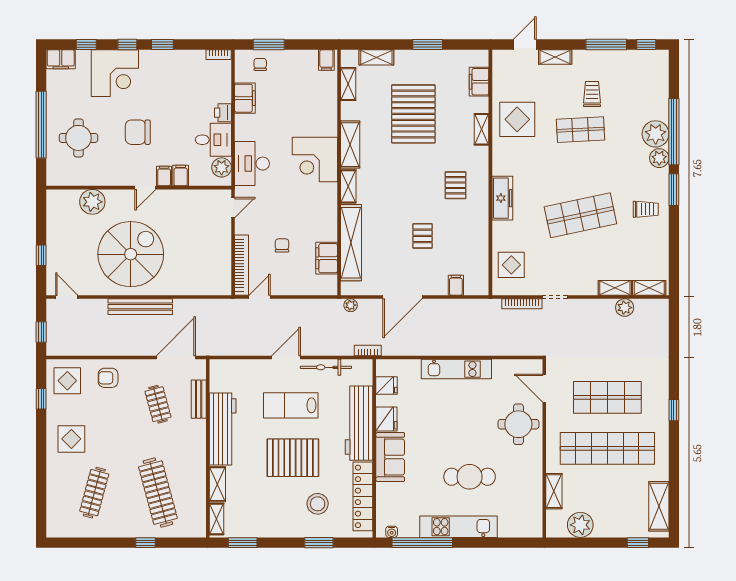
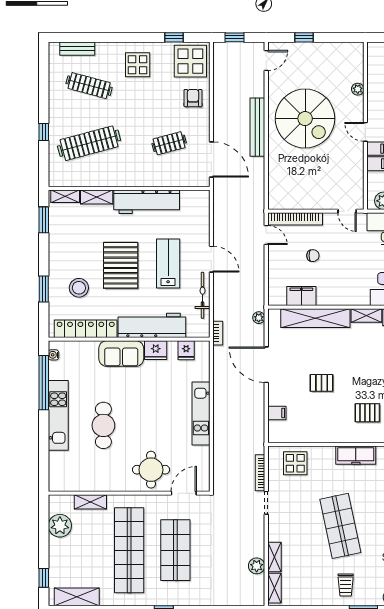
plant: (92, 202) -> (358, 89), width x0.53, depth x0.53
display table: (67, 381) -> (190, 61), width x1.36, depth x1.36
bench: (199, 399) -> (77, 49), moved

